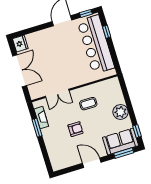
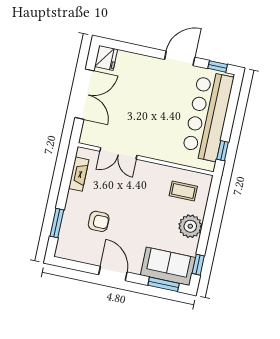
window: (107, 32) -> (223, 151), moved
coffee table: (88, 104) -> (183, 191), moved
window: (37, 128) -> (57, 223), moved
armchair: (75, 129) -> (99, 221), moved

